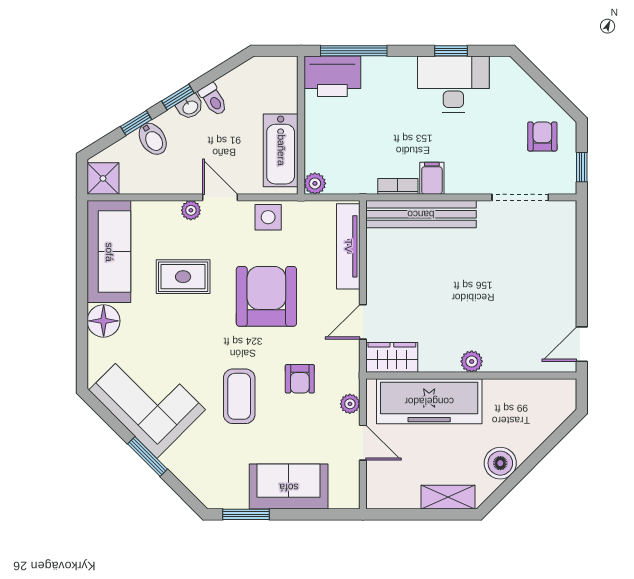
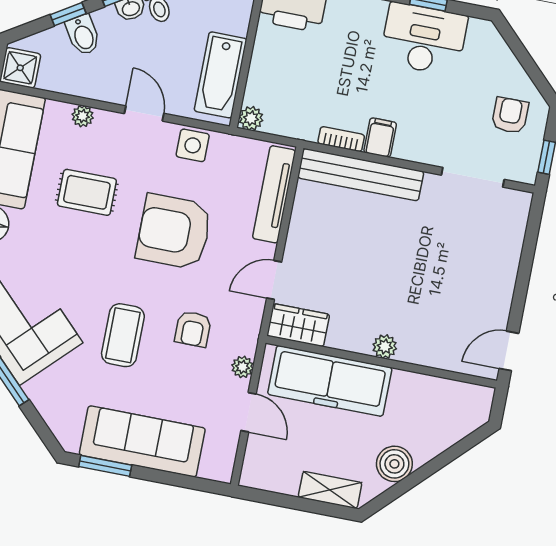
plant: (191, 210) -> (83, 116), moved
armchair: (266, 296) -> (174, 232), turned -90
sofa: (289, 487) -> (142, 441), width x1.36

